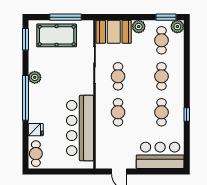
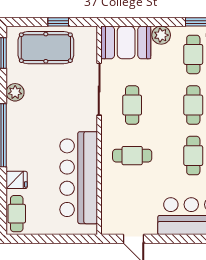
window: (65, 17) -> (58, 22), width x0.46
plant: (35, 77) -> (15, 92), moved
cafe table: (118, 112) -> (132, 156), turned 90

